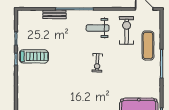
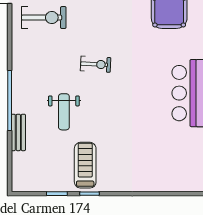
weight bench: (98, 28) -> (64, 112), moved
exercise bike: (127, 30) -> (44, 18), turned 180

